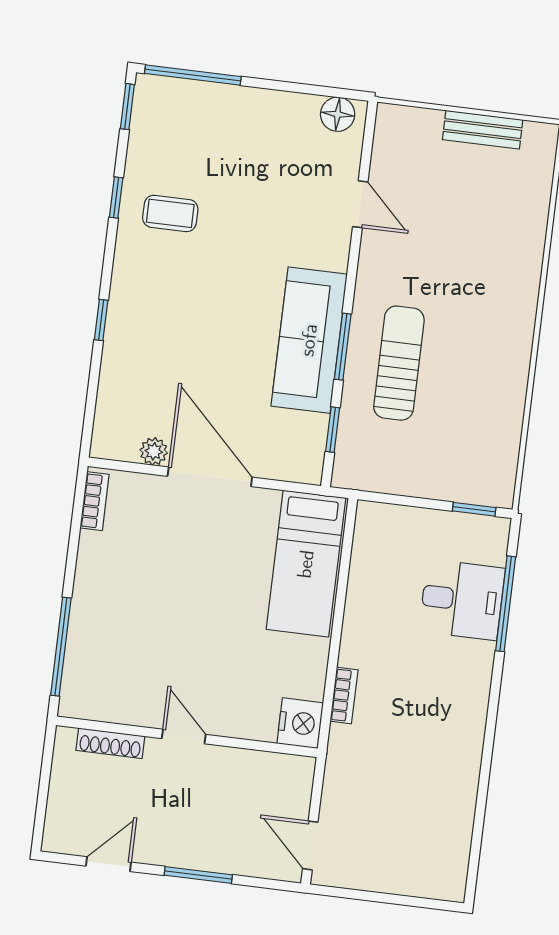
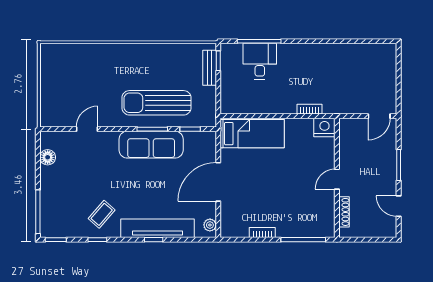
floor lamp: (338, 114) -> (48, 157), moved
bench: (483, 130) -> (210, 68), moved
coffee table: (170, 213) -> (102, 214), turned 41
tv unit: (125, 331) -> (157, 228), added
sun lounger: (399, 363) -> (156, 103), width x1.36, depth x1.34
plant: (154, 451) -> (210, 225), moved
bookcase: (95, 501) -> (262, 232), moved

